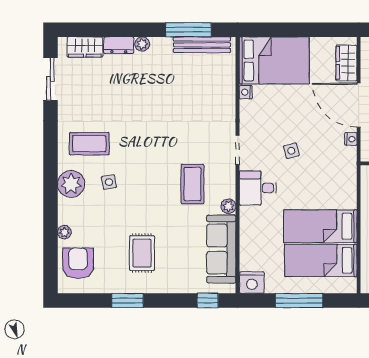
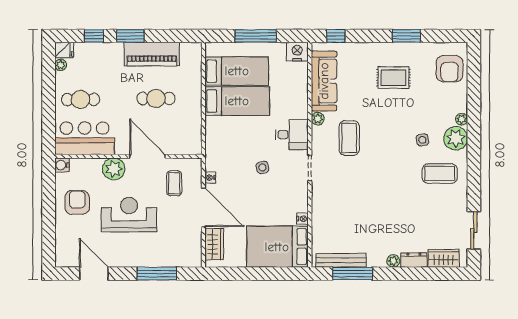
plant: (64, 232) -> (462, 119), moved
rug: (142, 253) -> (393, 78), turned 90

